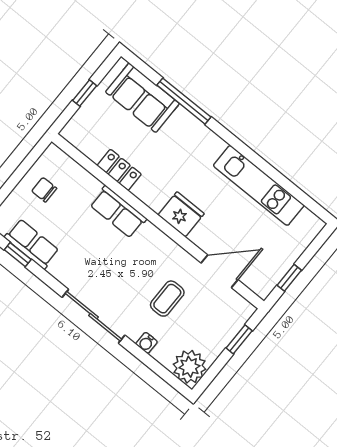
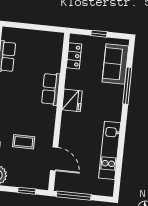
locker: (119, 170) -> (74, 56), moved
chair: (44, 190) -> (38, 45), removed
fridge: (181, 214) -> (72, 100), moved
window: (289, 278) -> (74, 196), width x2.17

